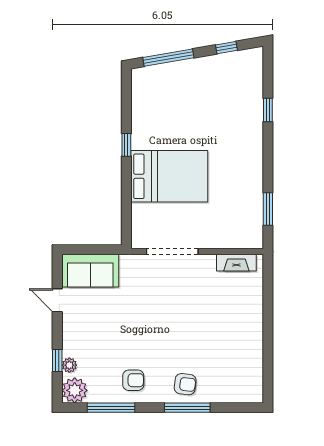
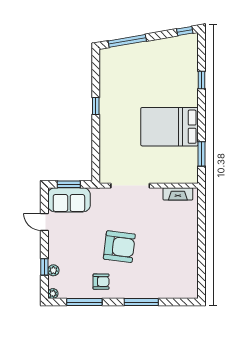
window: (226, 48) -> (185, 31), moved
bed: (169, 176) -> (170, 127), moved, turned 180
window: (90, 250) -> (69, 184), added
armchair: (185, 384) -> (119, 247), moved, width x1.88, depth x1.88
plant: (75, 390) -> (53, 294), width x0.53, depth x0.53

